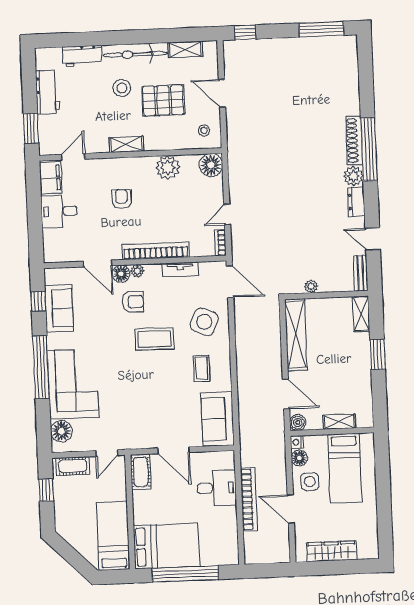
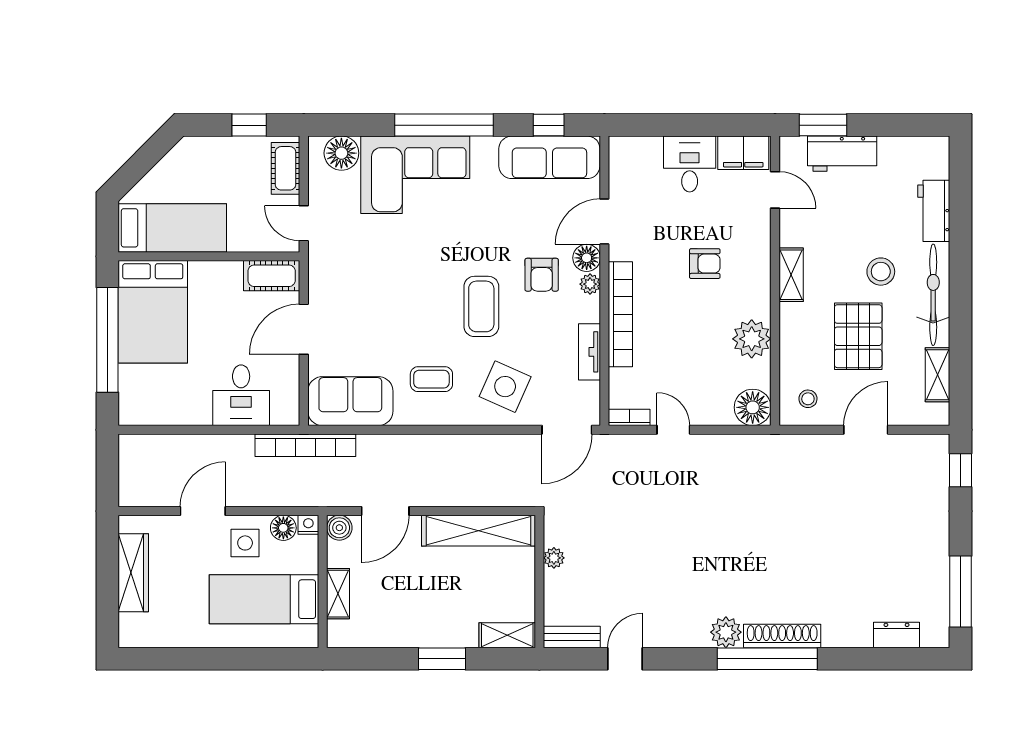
workbench: (48, 92) -> (842, 154), moved
dresser: (356, 202) -> (896, 635), moved
sofa: (59, 308) -> (549, 157), width x1.36
bookcase: (249, 499) -> (305, 445), moved

